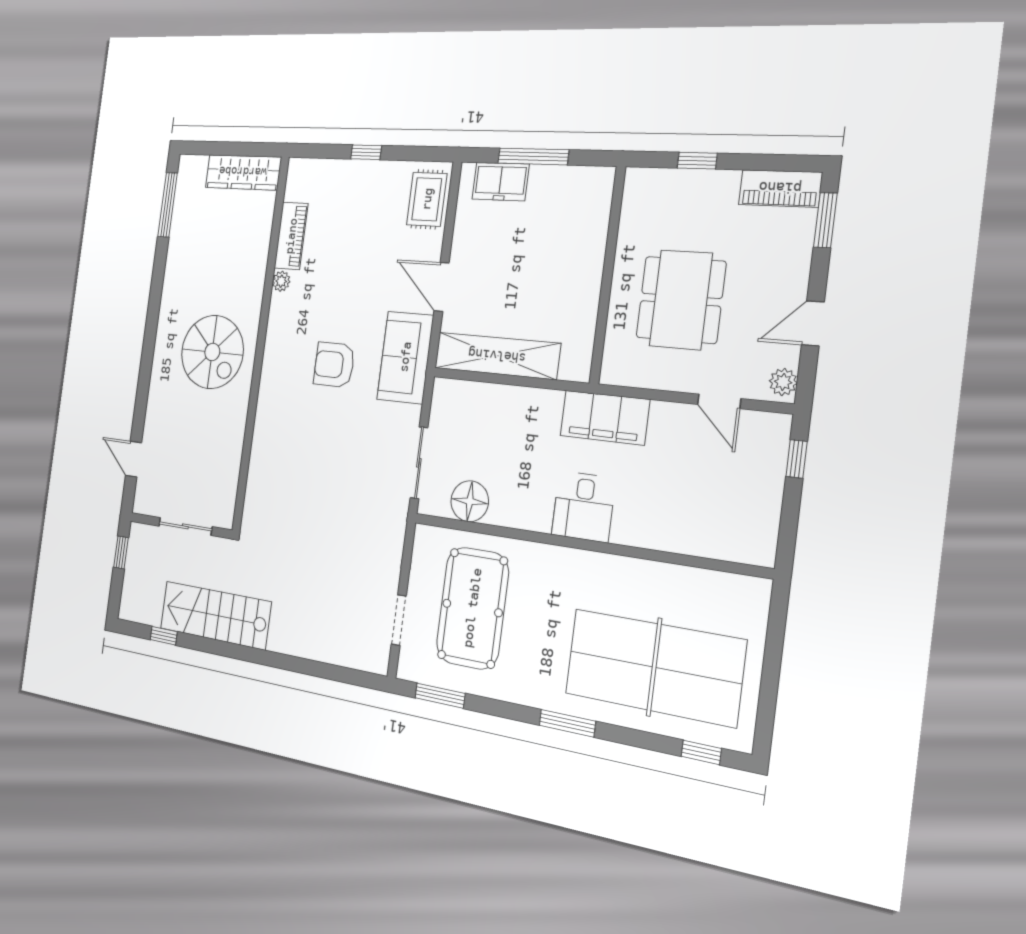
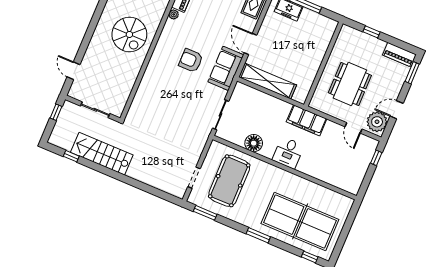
plant: (783, 382) -> (377, 122), width x1.87, depth x1.87
floor lamp: (470, 501) -> (254, 143), moved

